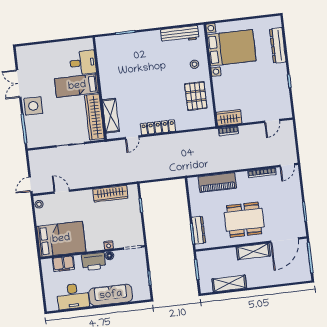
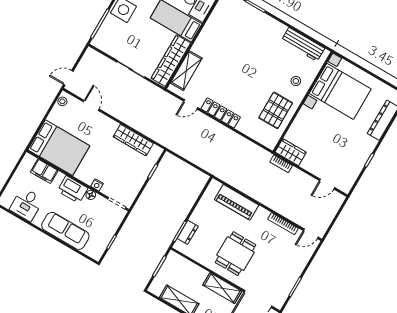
dining table: (244, 220) -> (236, 254), width x0.73
dresser: (199, 230) -> (188, 232), width x0.70
desk: (73, 296) -> (27, 204), width x0.73

